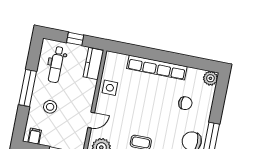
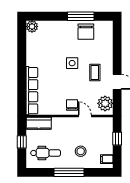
row of seats: (157, 68) -> (32, 91), moved
side table: (110, 88) -> (72, 63), moved
chair: (185, 103) -> (72, 105), moved

